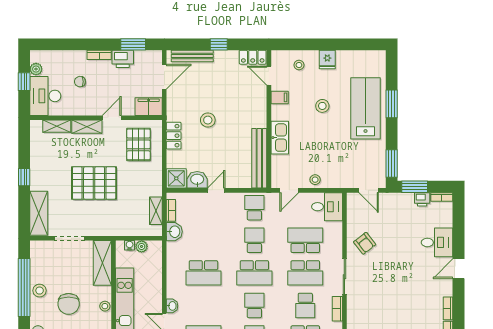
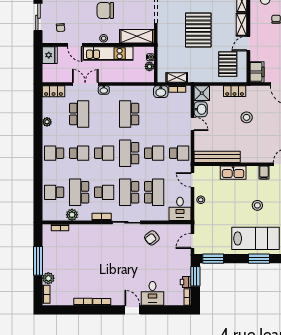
door: (112, 118) -> (248, 43), swing flipped
pallet: (138, 144) -> (228, 64), turned 90
school desk: (305, 305) -> (104, 192), turned 180

